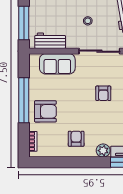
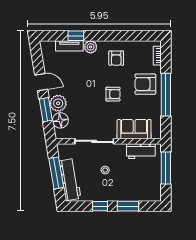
armchair: (103, 93) -> (113, 94), moved, turned 90

